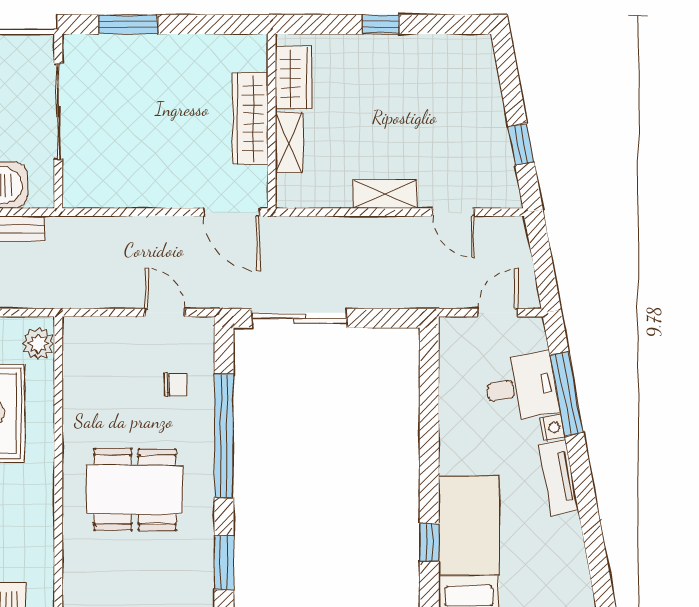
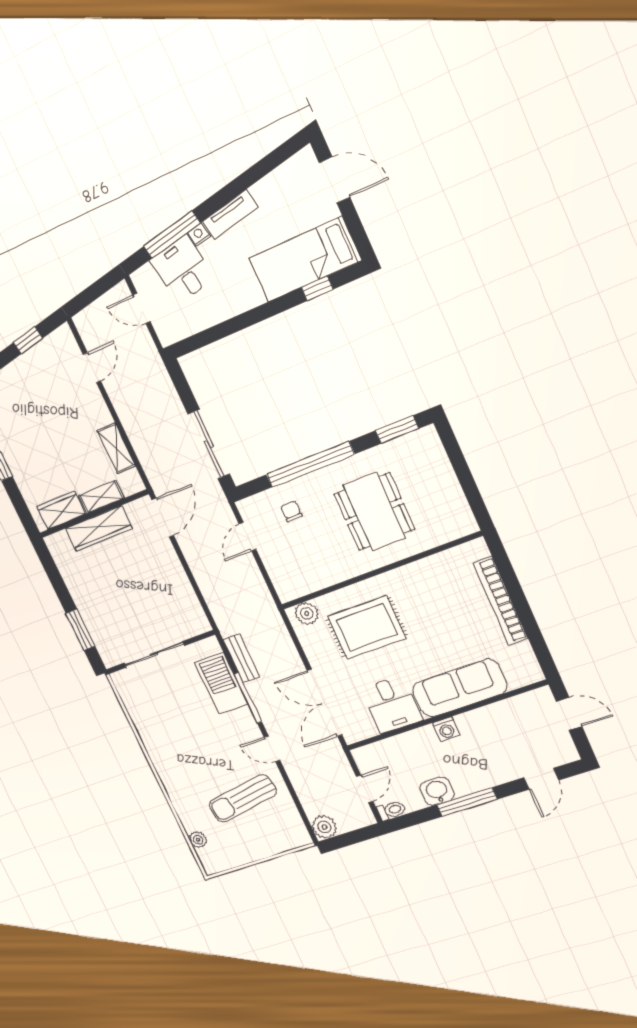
shelving: (385, 194) -> (116, 448), moved

